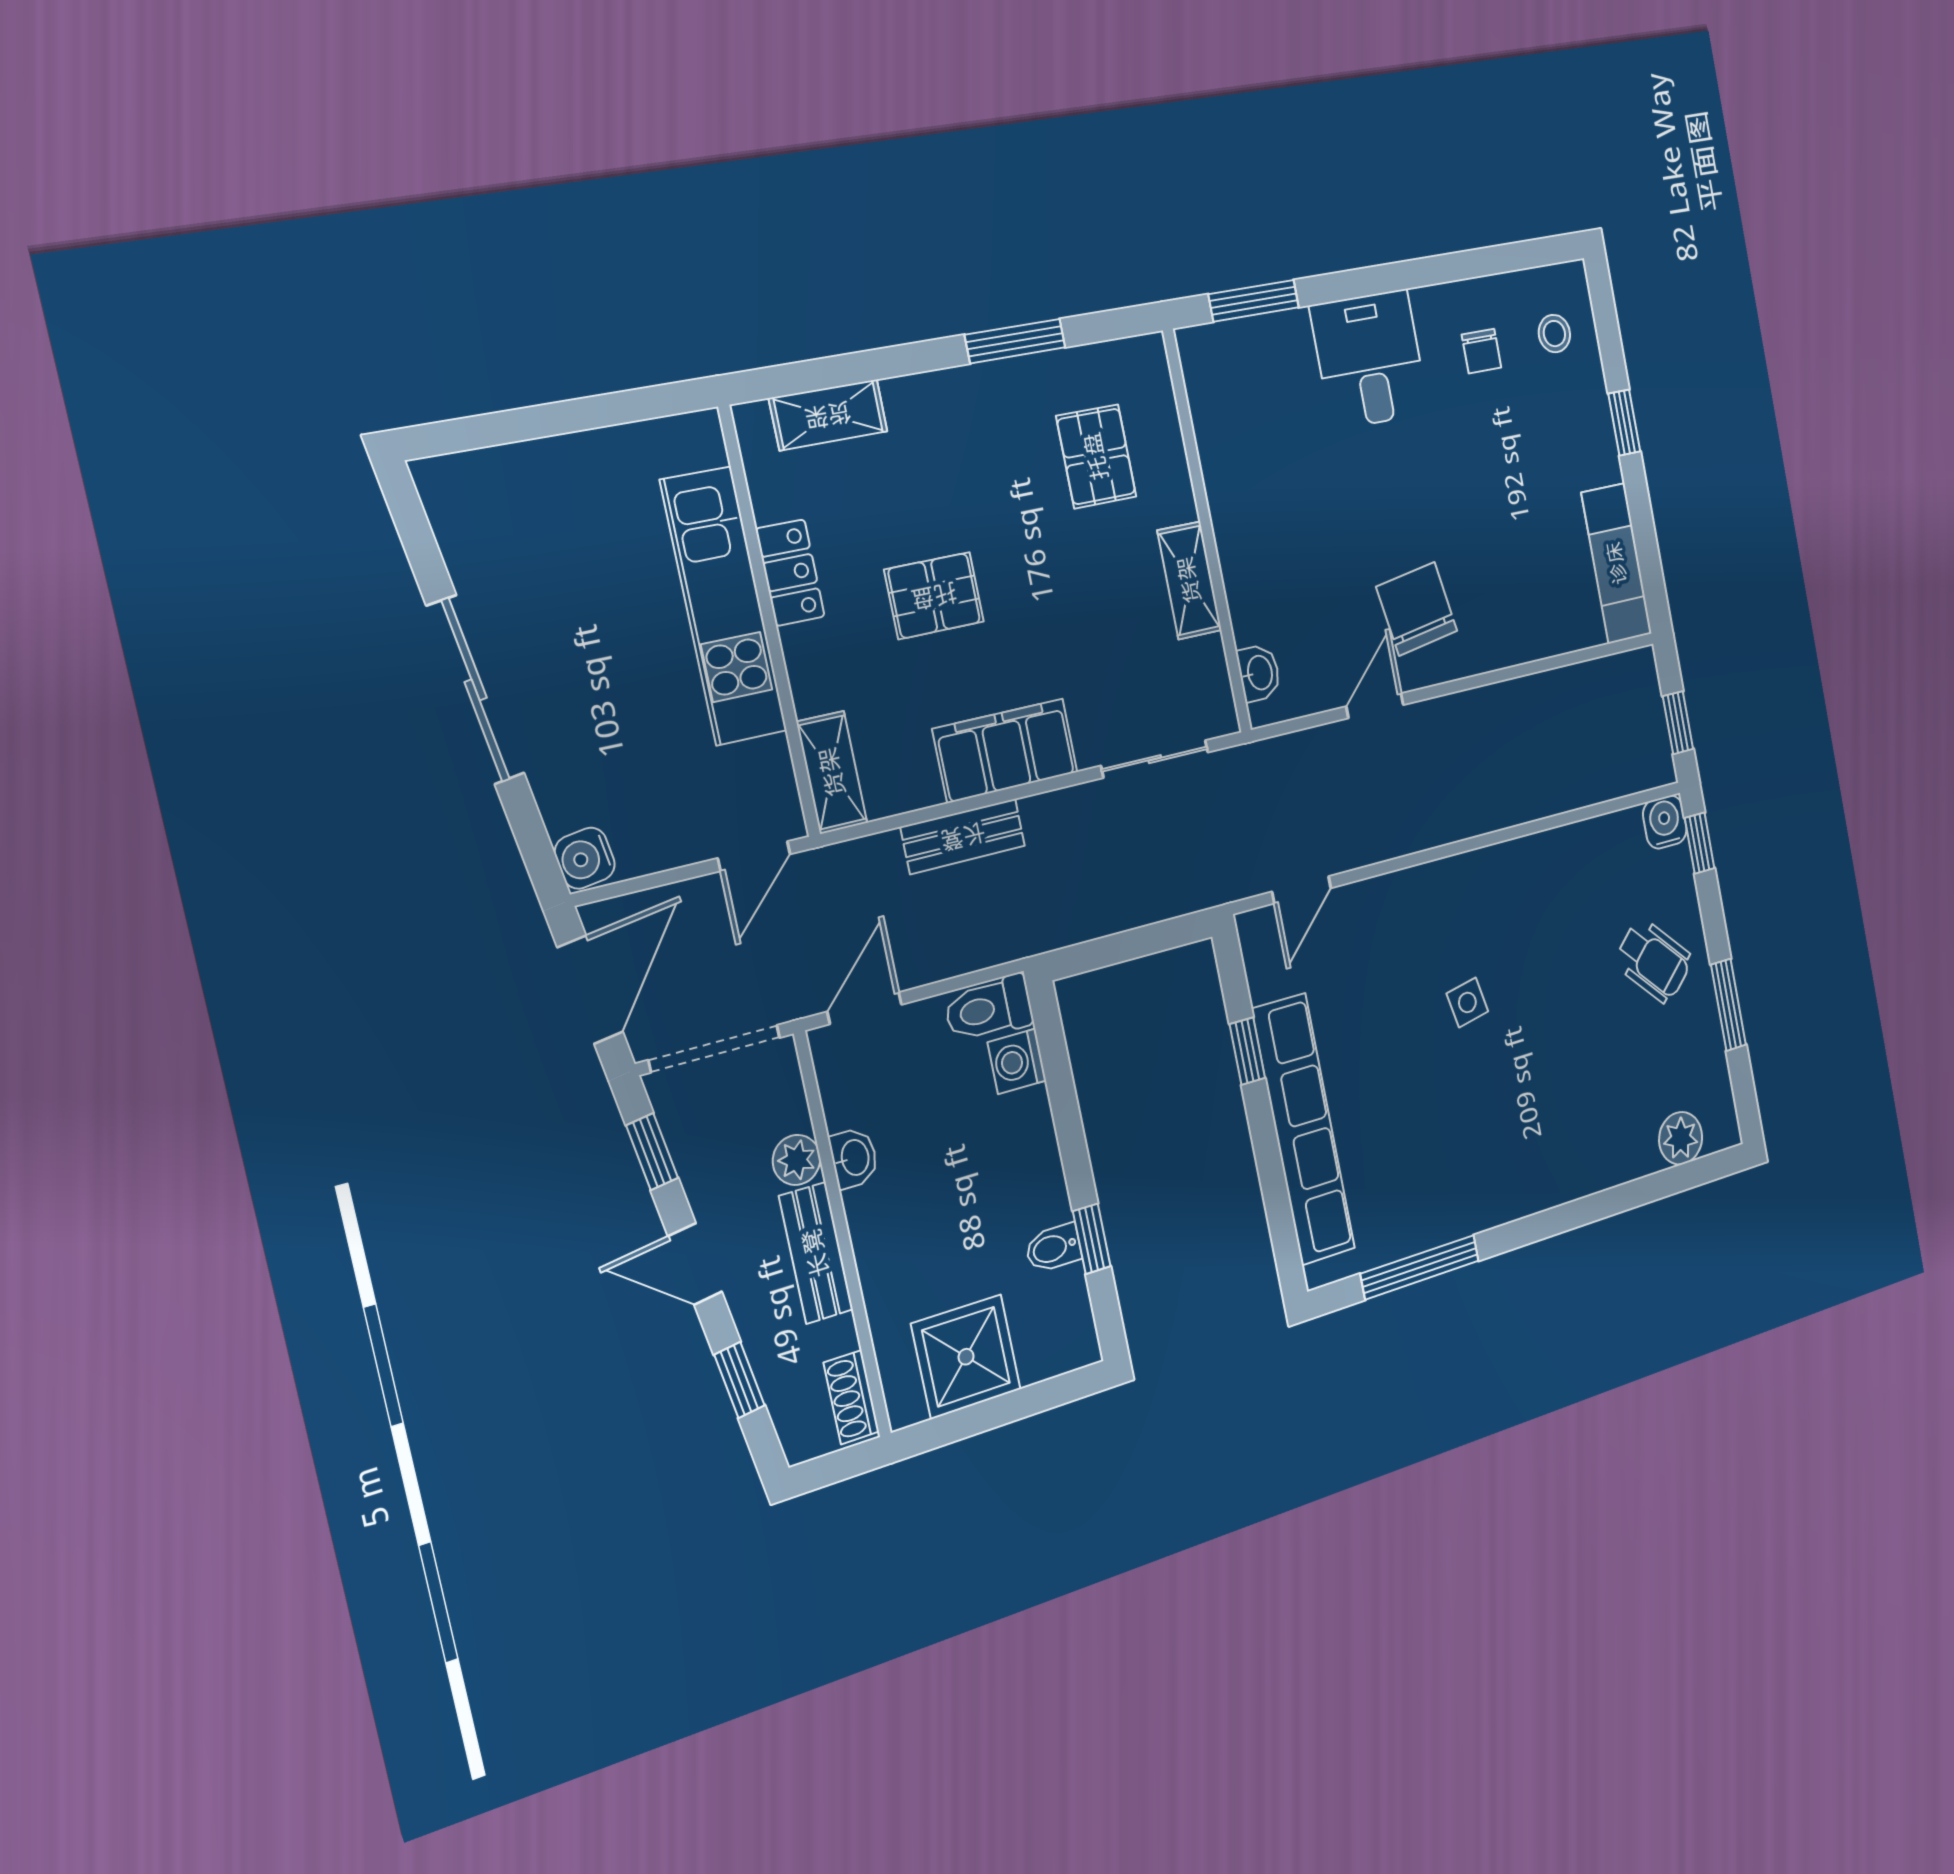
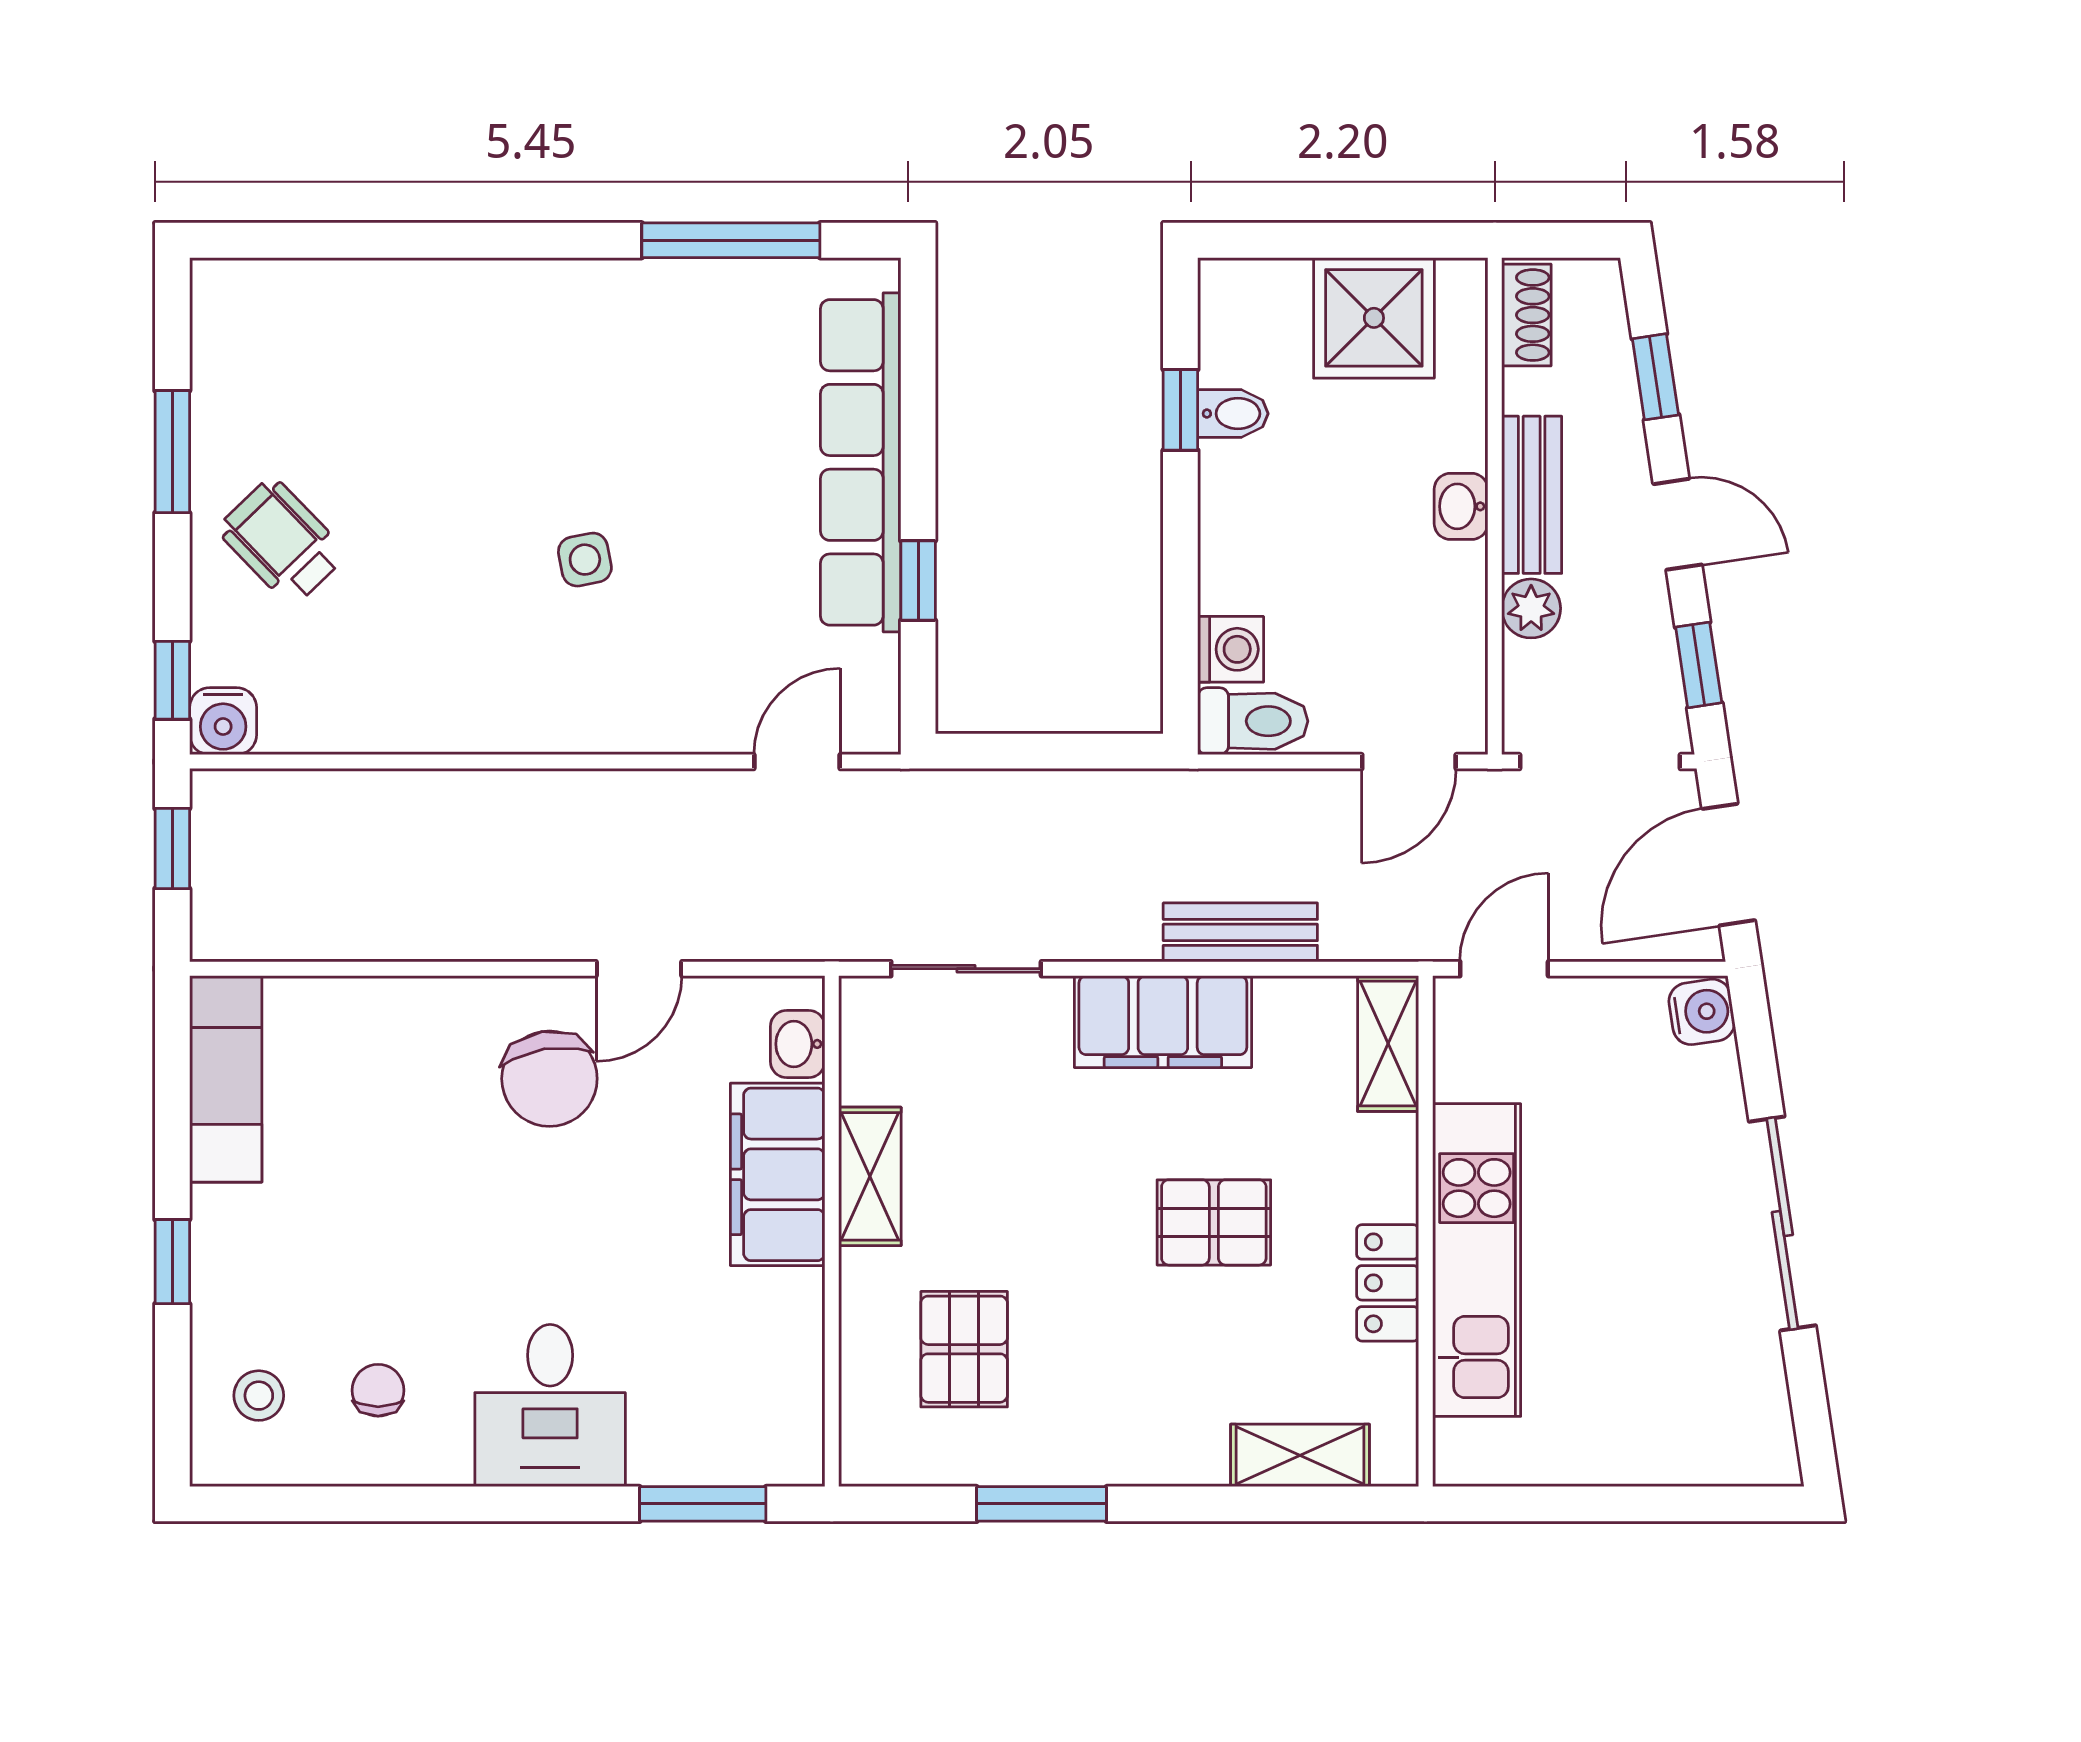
filing cabinet: (1253, 569) -> (778, 1174), added
plant: (1681, 1138) -> (290, 293), removed
washbasin: (854, 1158) -> (1461, 506), moved

